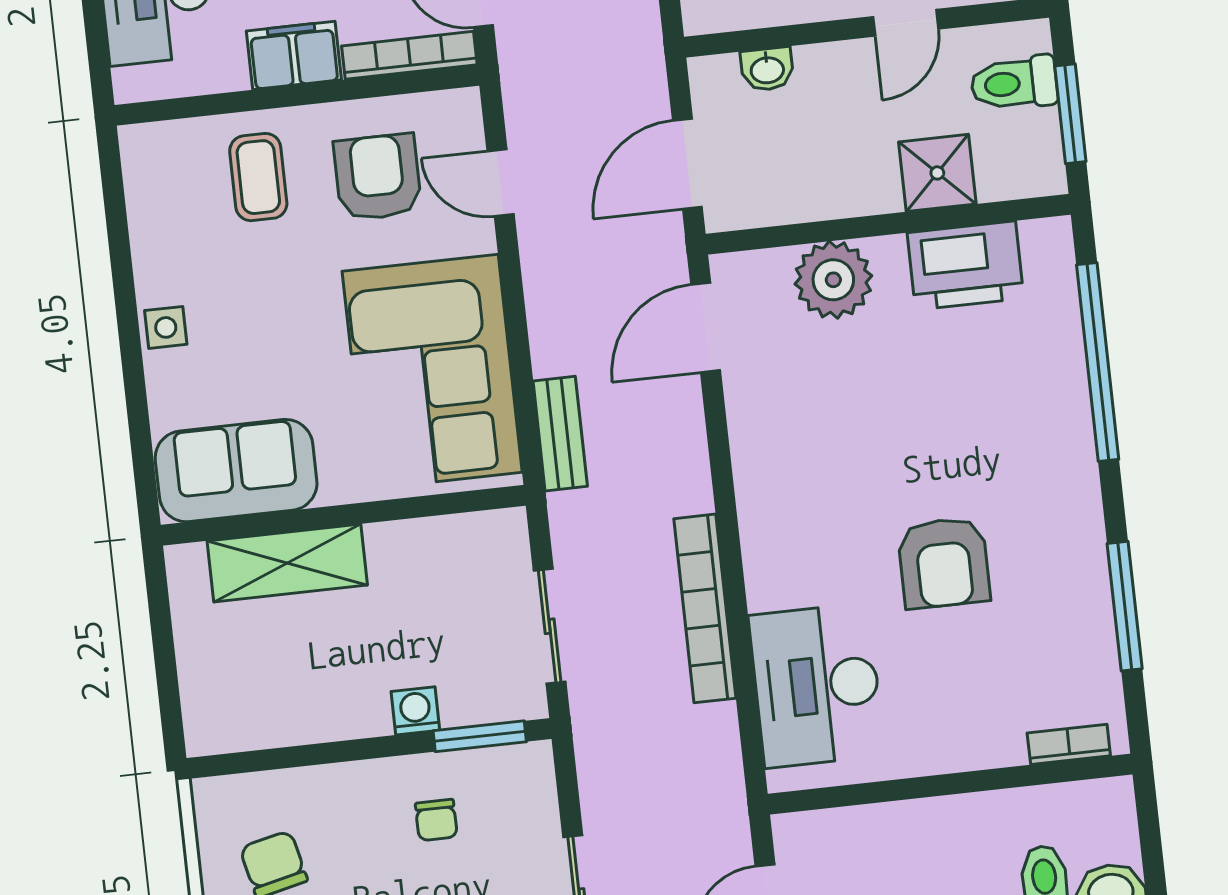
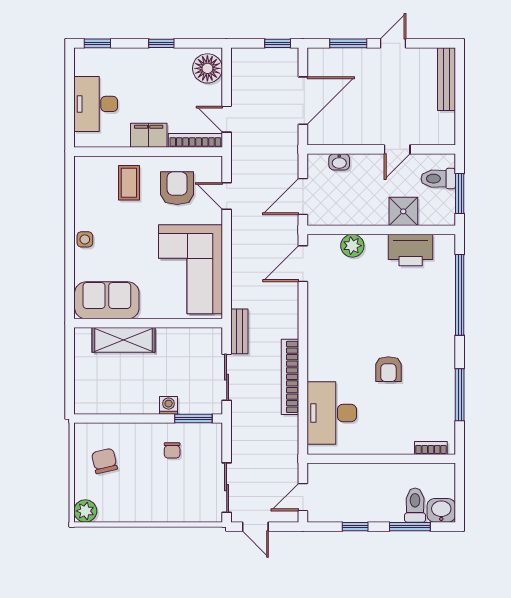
plant: (833, 280) -> (352, 246), width x0.73, depth x0.73
bench: (560, 434) -> (239, 331), moved
armchair: (944, 563) -> (388, 369), width x0.72, depth x0.72

